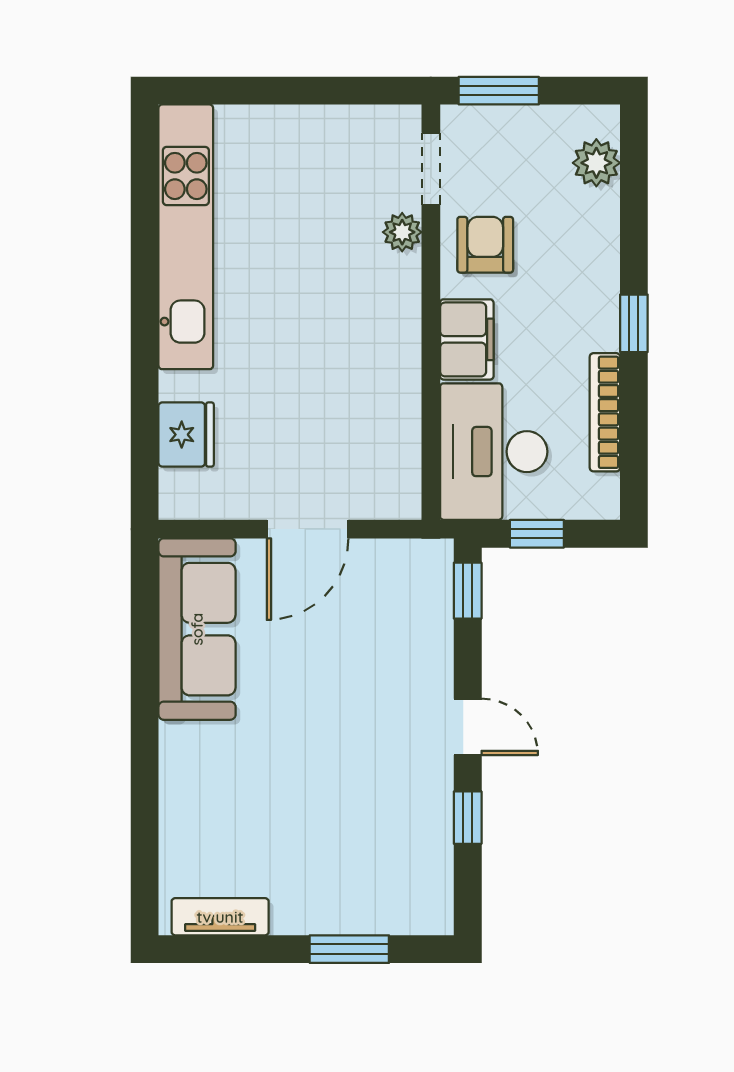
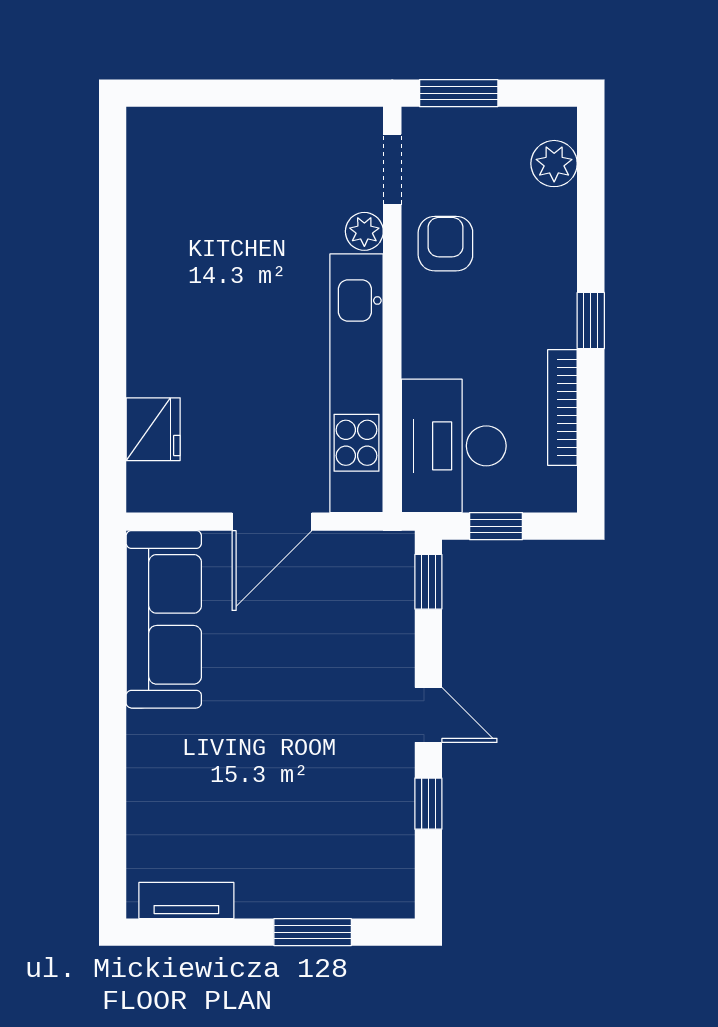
kitchen unit: (186, 237) -> (357, 383), moved, turned 180
filing cabinet: (467, 339) -> (427, 336), removed

